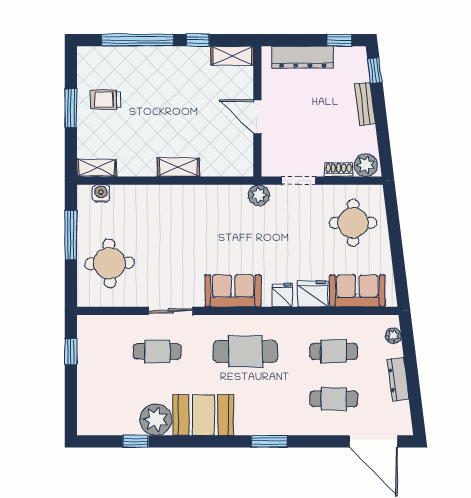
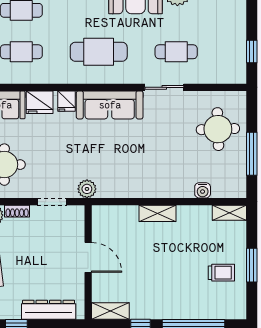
water cooler: (101, 193) -> (203, 190), moved
sofa: (233, 291) -> (110, 105), width x1.36

